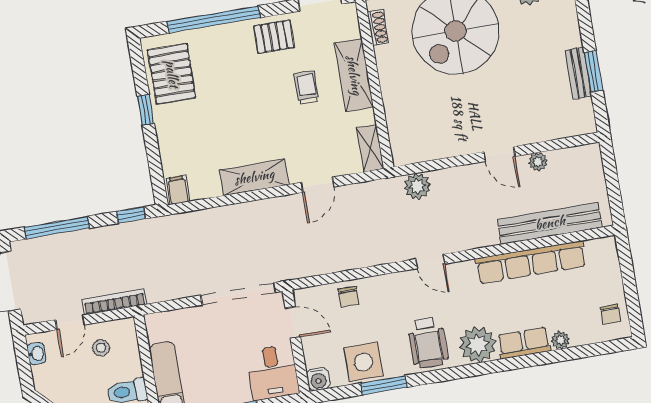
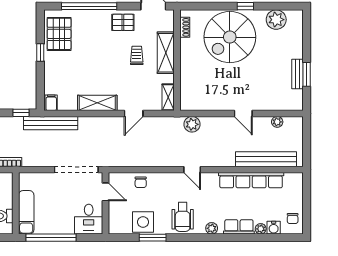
plant: (538, 162) -> (277, 122), moved
bench: (183, 224) -> (51, 123), added
plant: (478, 345) -> (212, 228), width x0.53, depth x0.53
water cooler: (318, 379) -> (274, 228), moved

